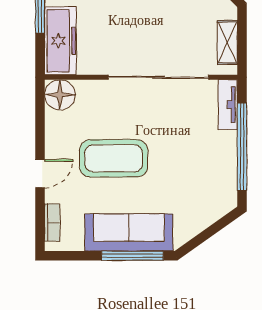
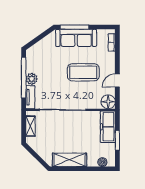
plant: (225, 144) -> (32, 79), added
door: (40, 173) -> (117, 81), moved

